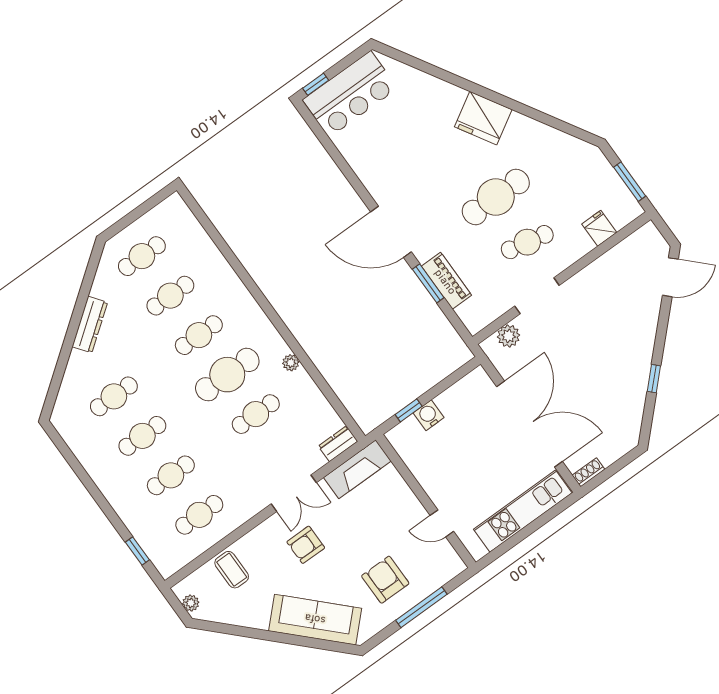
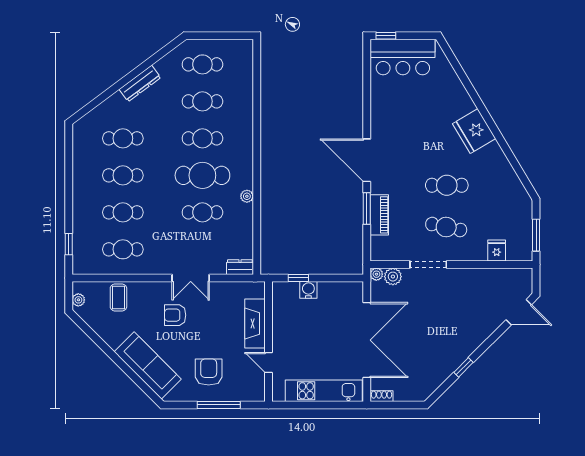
cafe table: (496, 197) -> (447, 185), width x0.73, depth x0.74
plant: (489, 346) -> (376, 274), added
fireplace: (357, 469) -> (255, 323), moved, turned 90

